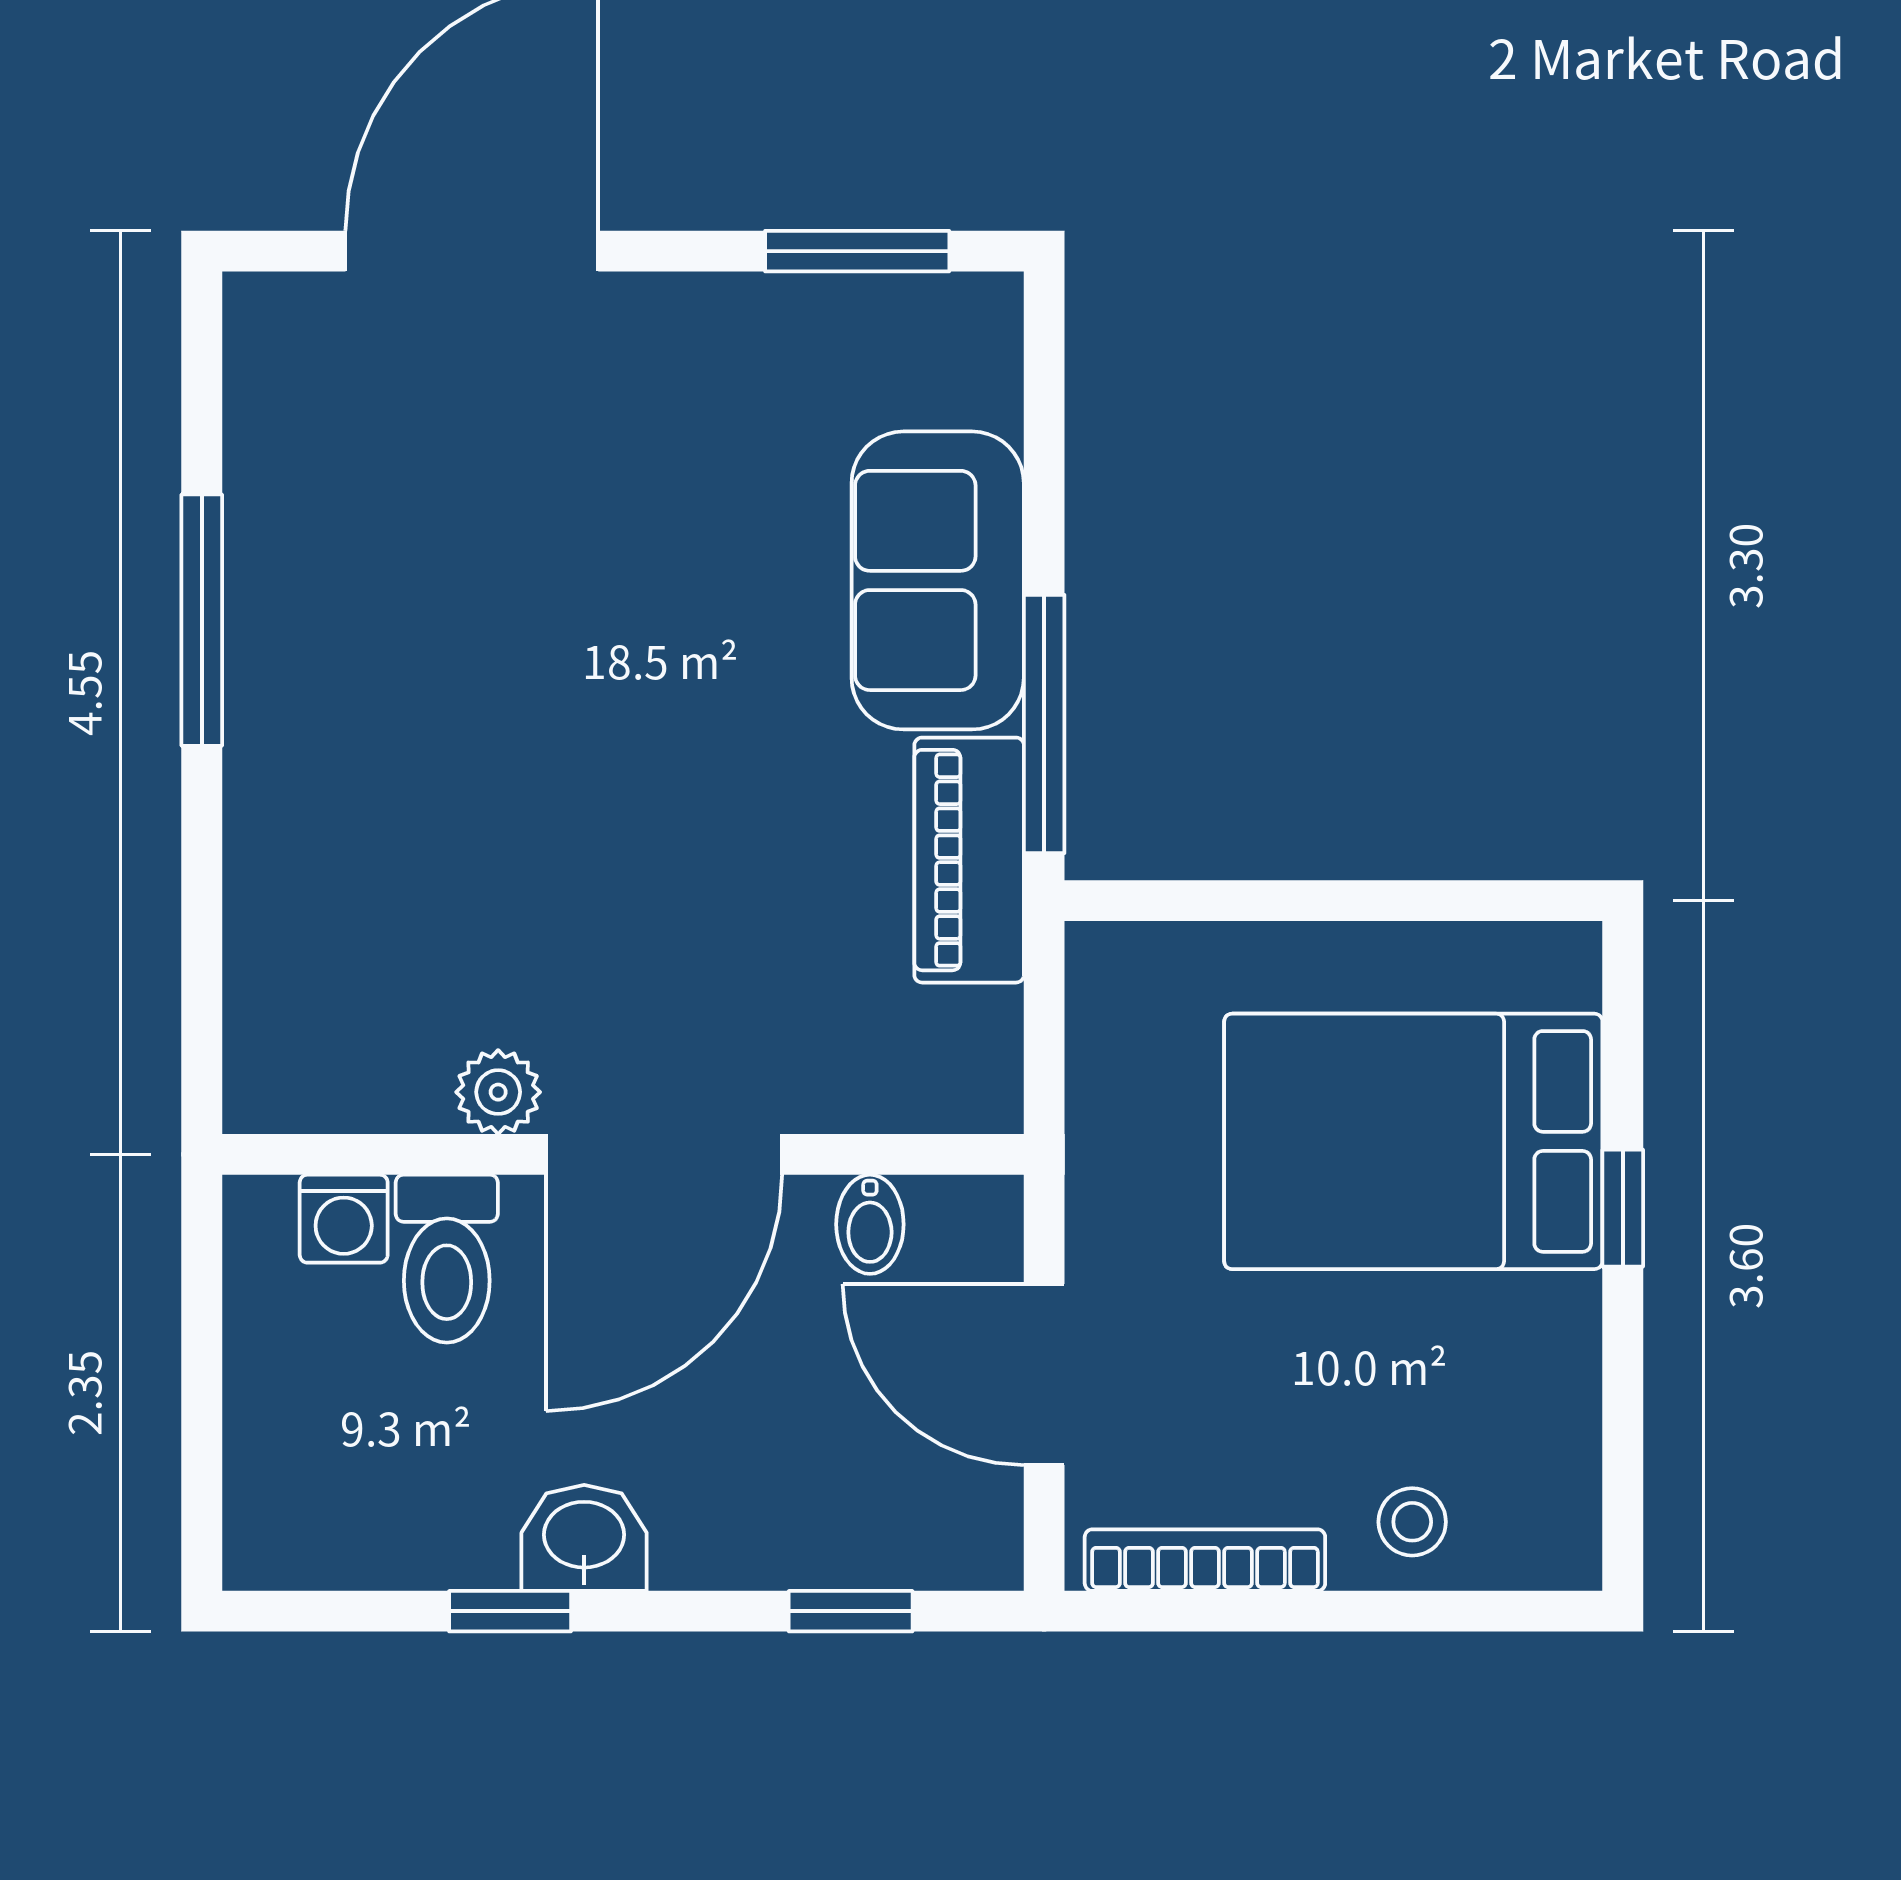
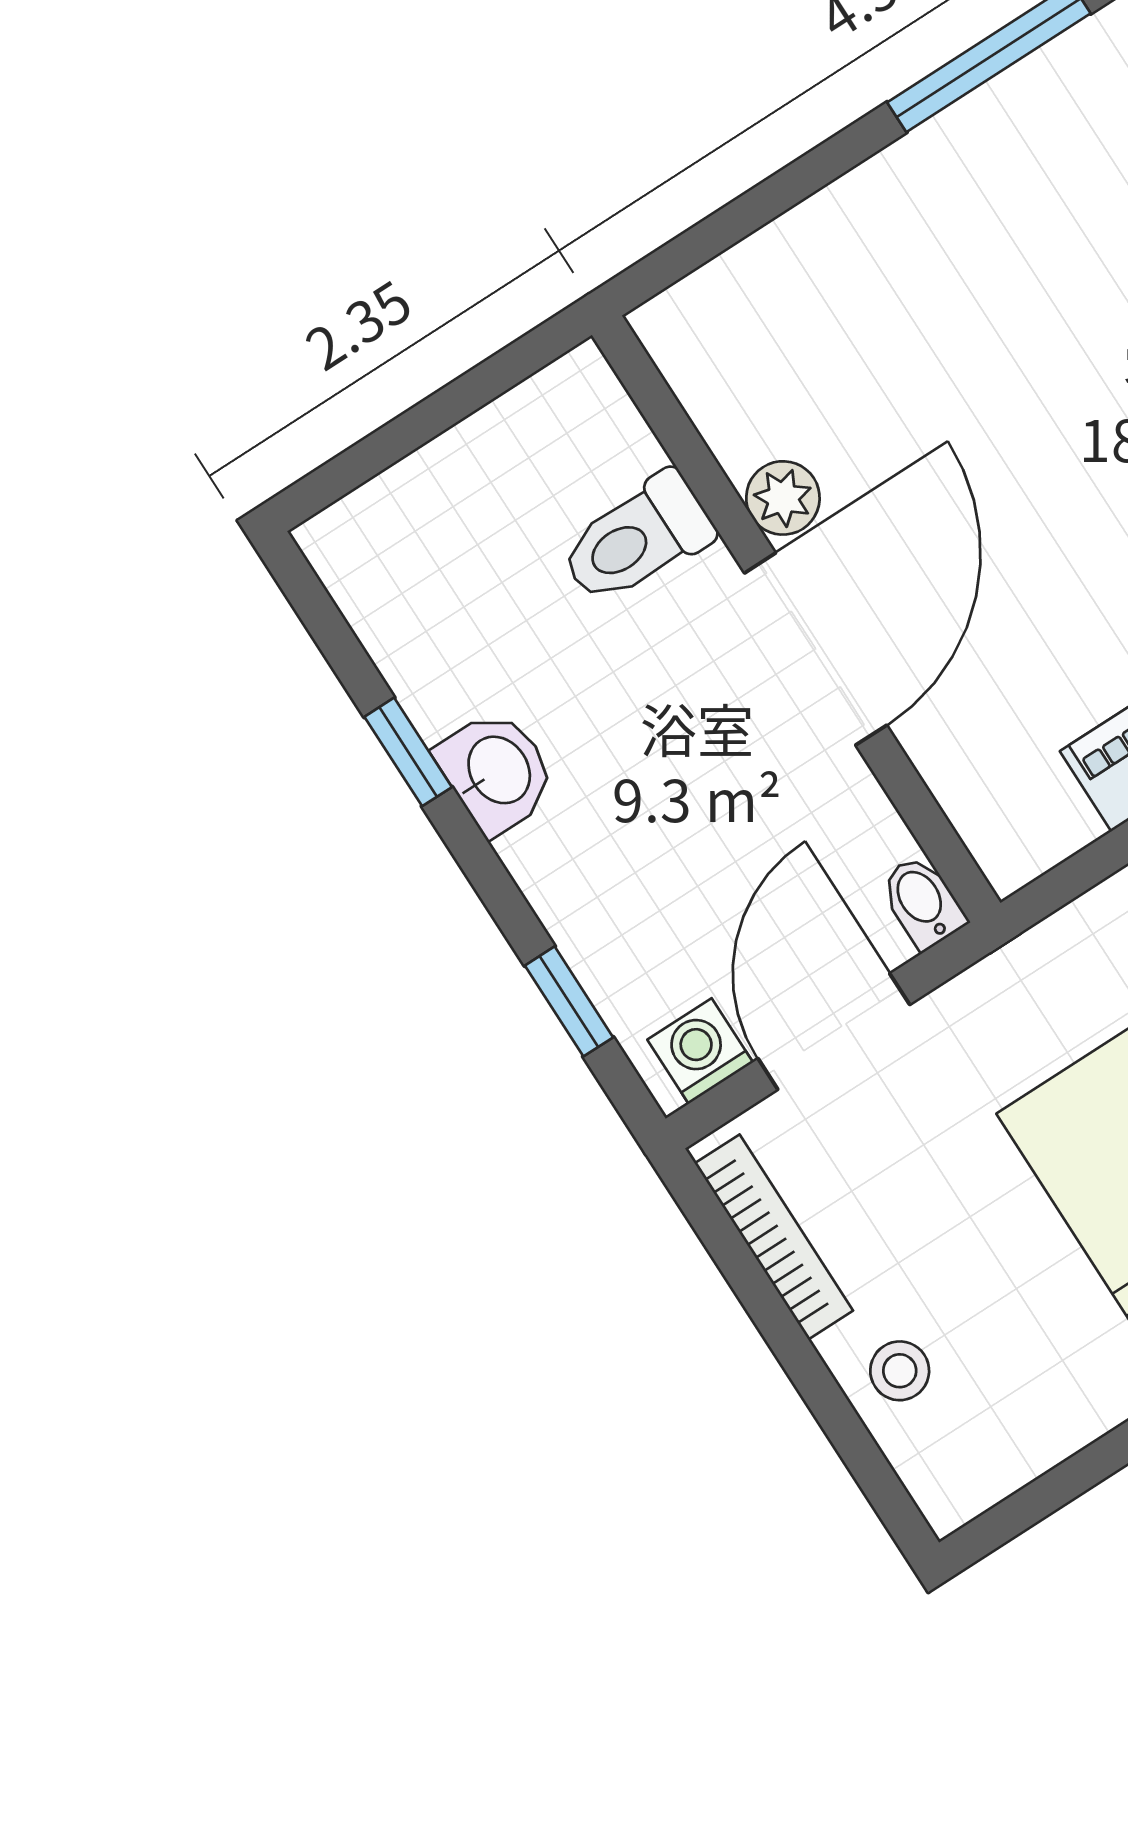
door: (664, 1154) -> (816, 649), swing flipped
washing machine: (344, 1219) -> (700, 1051), moved, turned 90
bidet: (870, 1224) -> (923, 902), moved, turned 90

